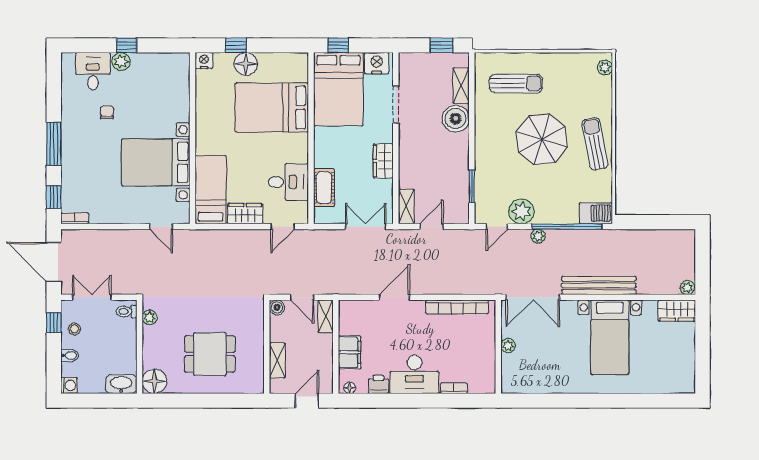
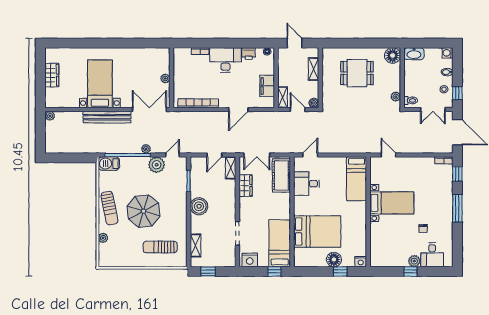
plant: (605, 68) -> (103, 238), moved
bed: (338, 89) -> (280, 243), width x0.67
boiler: (456, 119) -> (199, 206), moved
wardrobe: (383, 161) -> (246, 186), moved
bed with nightstands: (156, 162) -> (392, 203), width x0.73
cot: (324, 188) -> (281, 175), width x1.37, depth x1.34
wardrobe: (245, 214) -> (334, 163), removed
wardrobe: (677, 311) -> (52, 75), moved, turned 90
filing cabinet: (350, 352) -> (267, 86), moved
door: (307, 401) -> (295, 43), swing flipped

